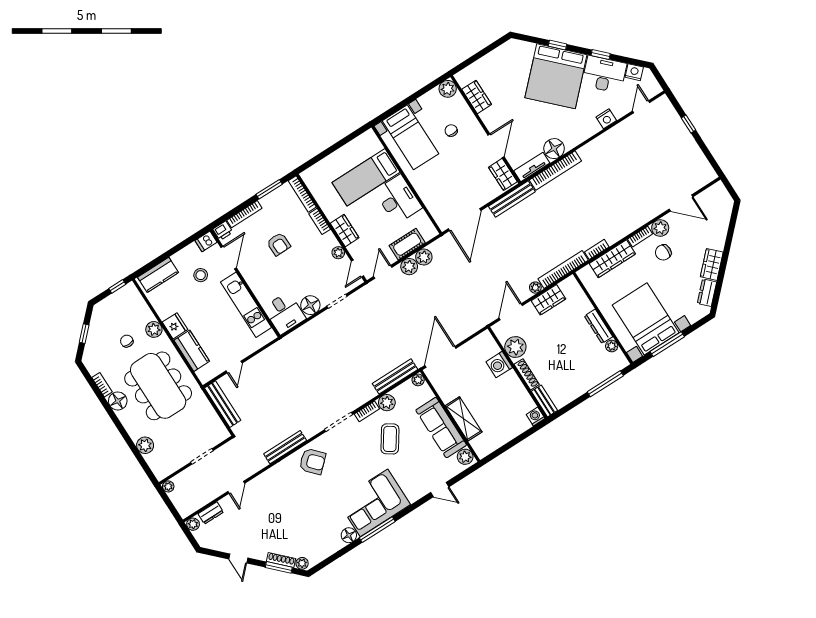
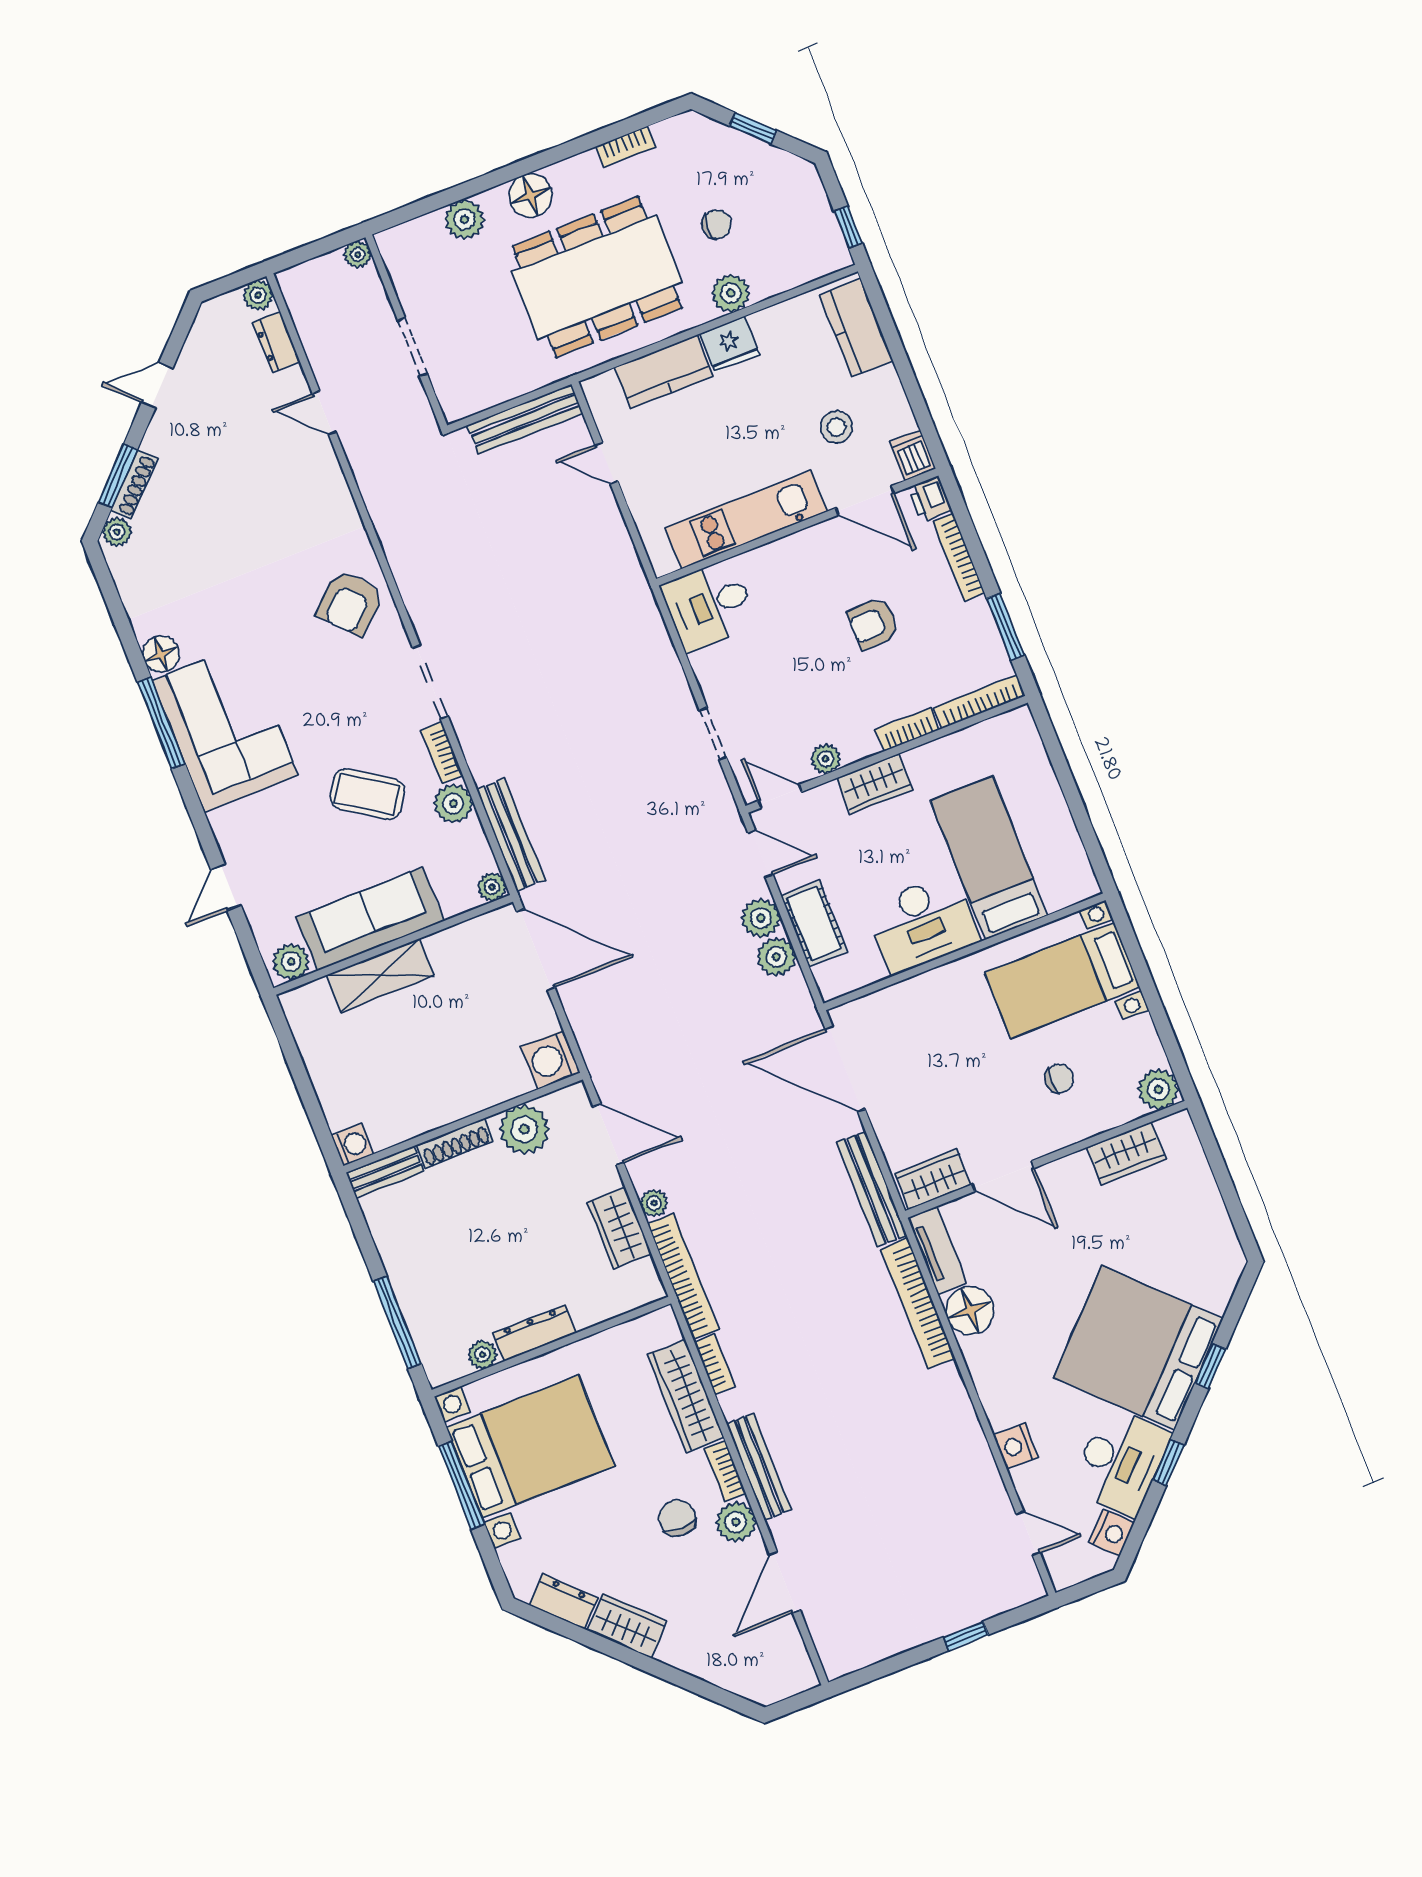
floor lamp: (310, 305) -> (716, 670), removed
washing machine: (499, 365) -> (550, 1060), moved, turned -90
floor lamp: (118, 401) -> (531, 195), moved
bench: (285, 447) -> (759, 1467), moved

